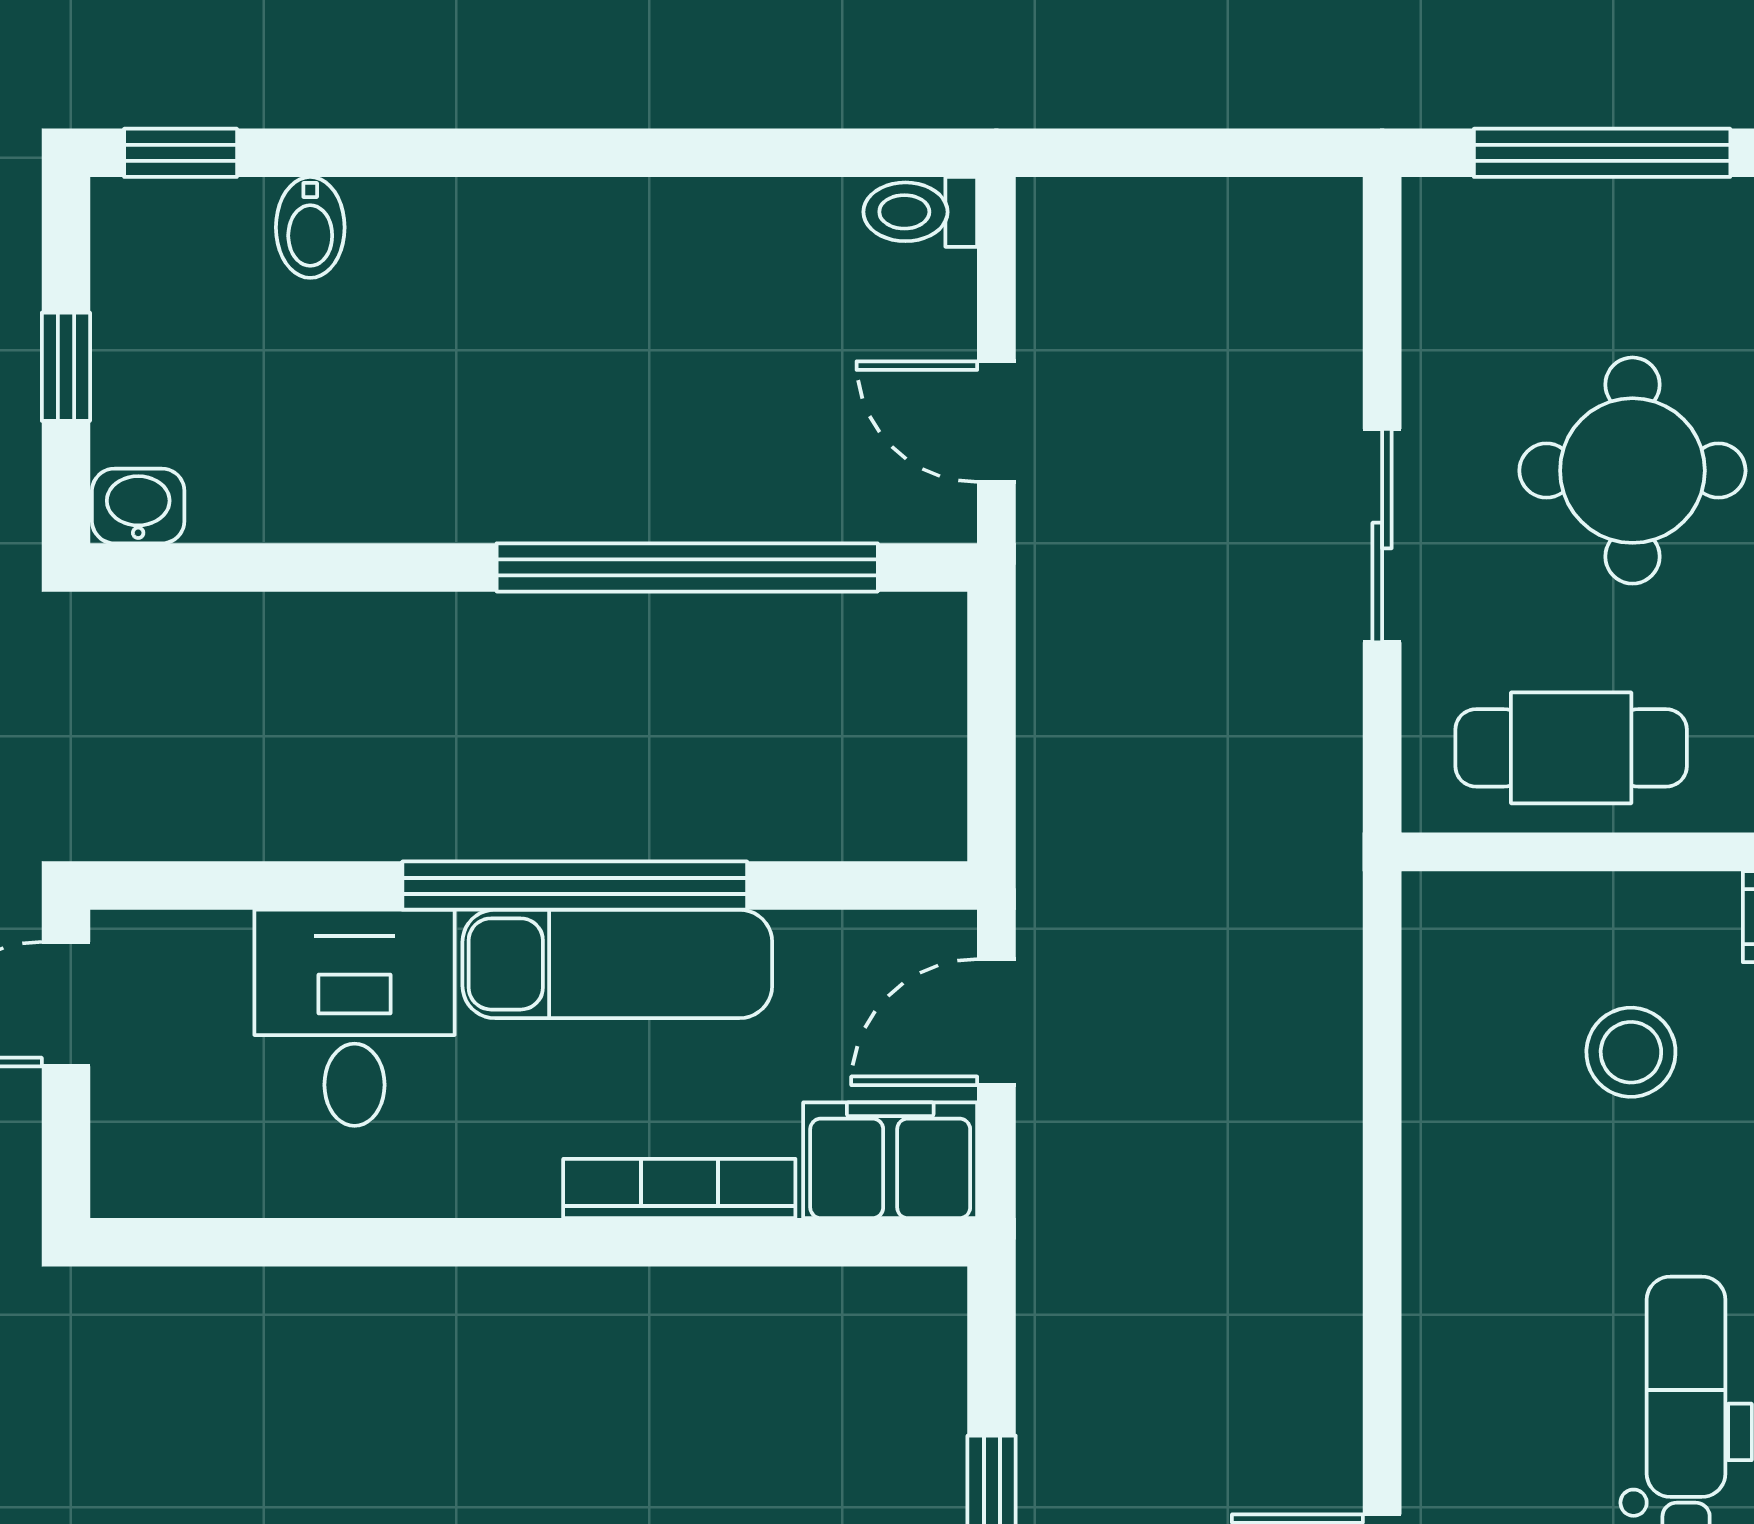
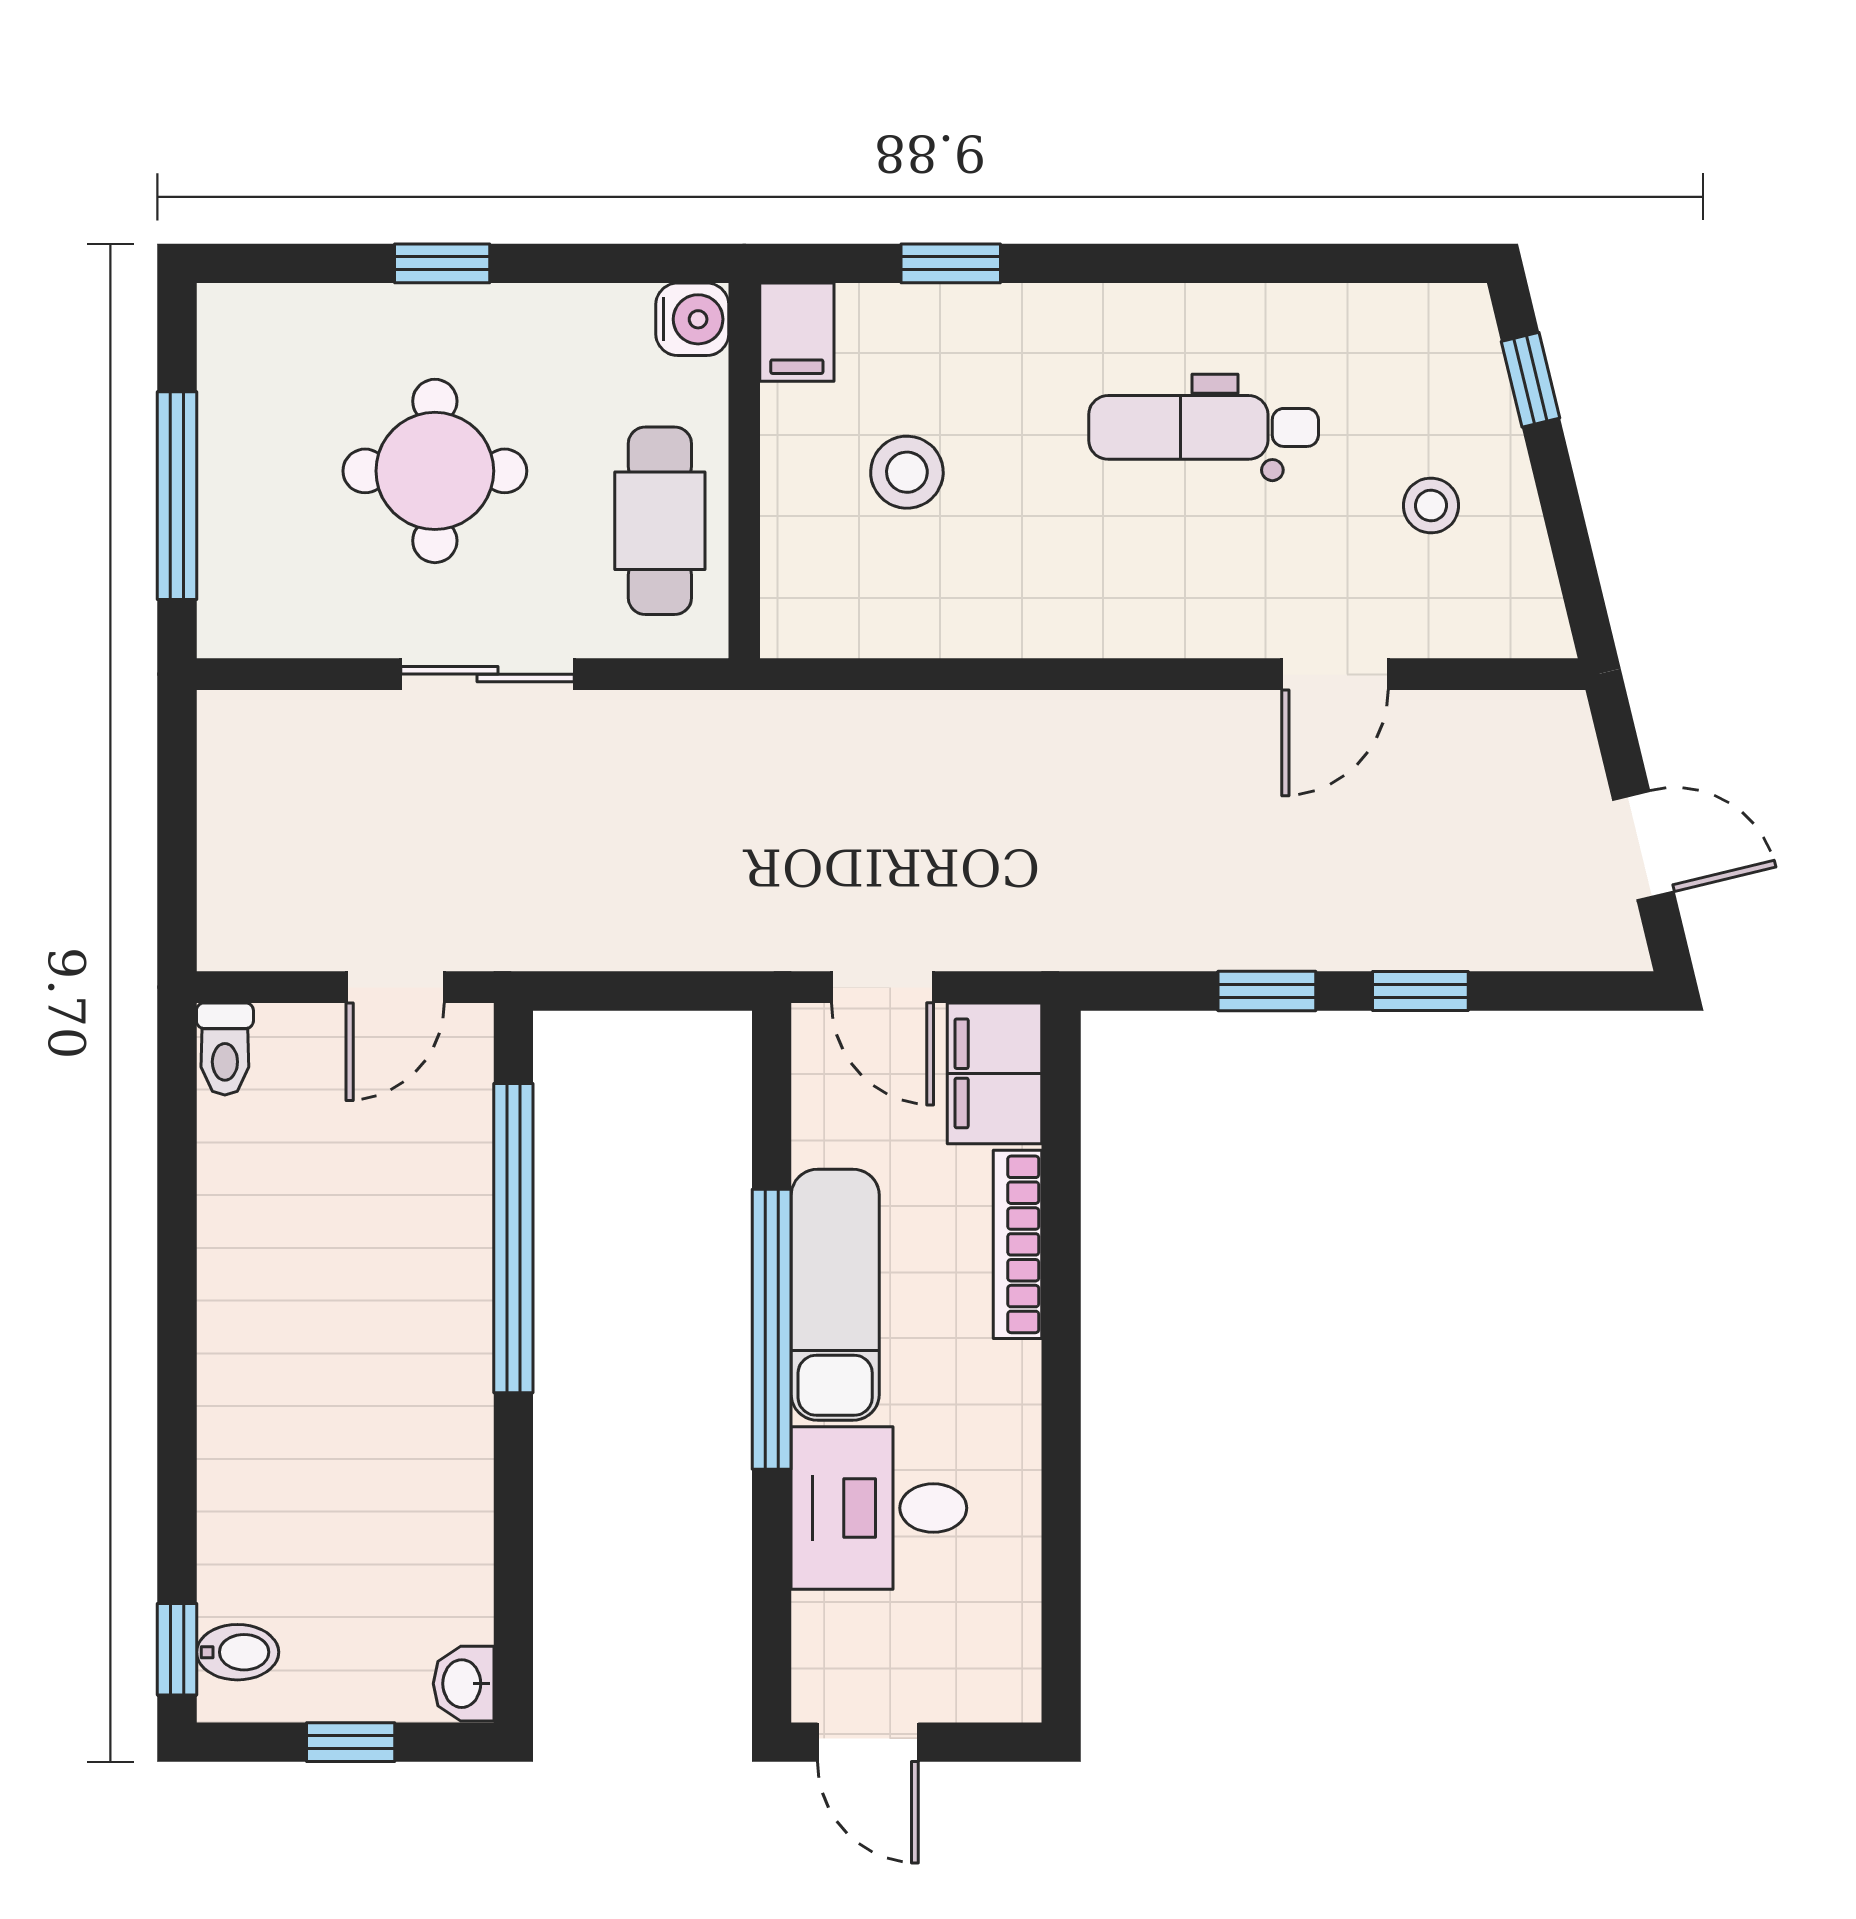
bidet: (310, 227) -> (238, 1652), moved

